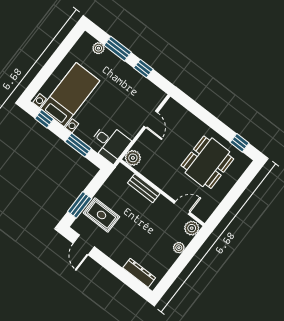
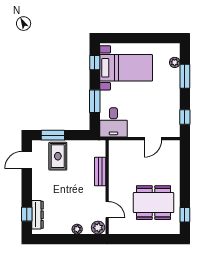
window: (143, 69) -> (185, 117), moved
plant: (133, 158) -> (116, 147), removed
window: (131, 282) -> (27, 214), added

